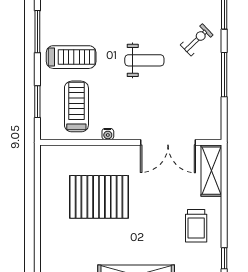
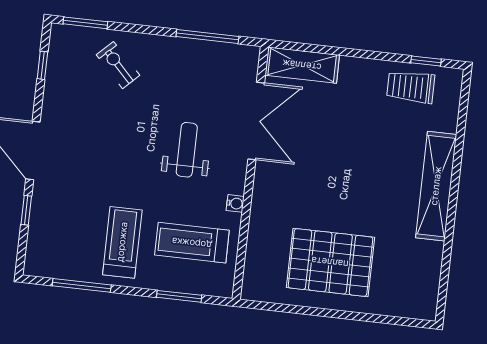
weight bench: (144, 60) -> (187, 150), moved
window: (224, 75) -> (207, 36), moved
pallet: (99, 197) -> (330, 262), moved, turned 90
trolley: (196, 226) -> (411, 87), moved, turned 180

